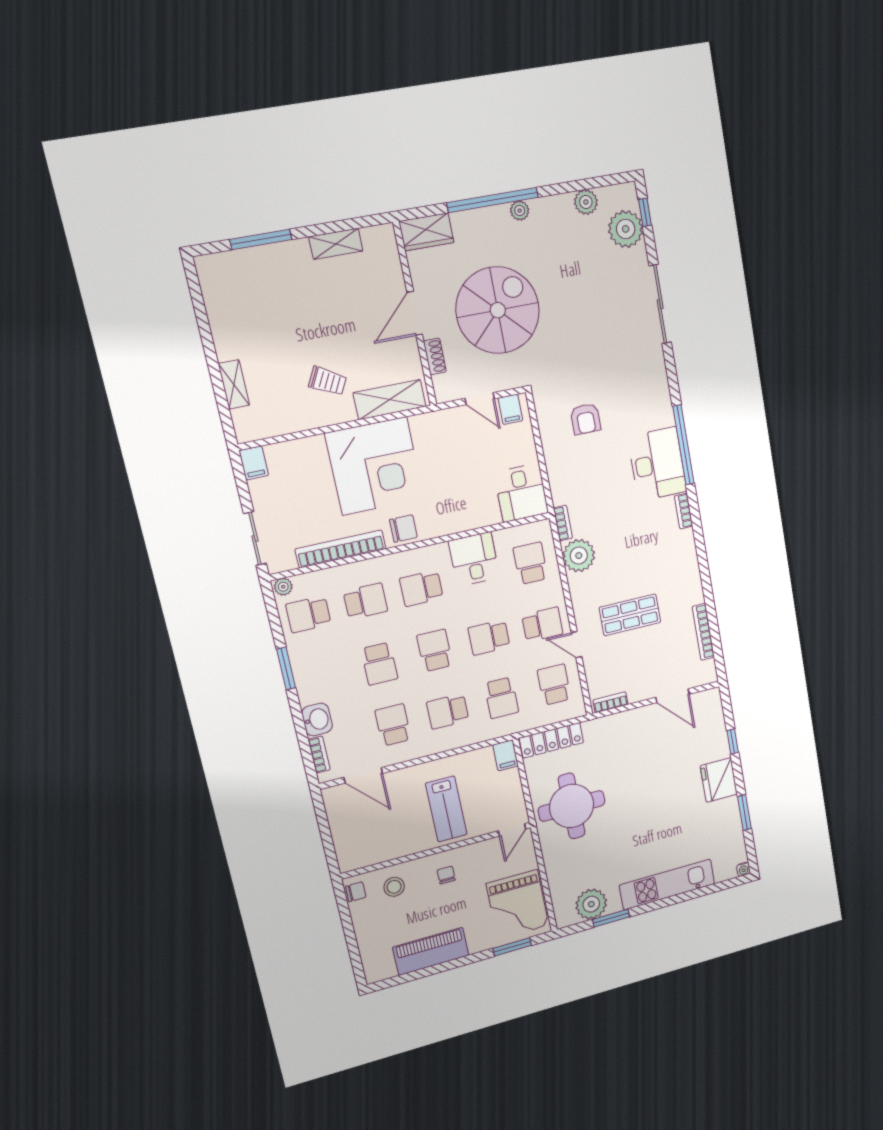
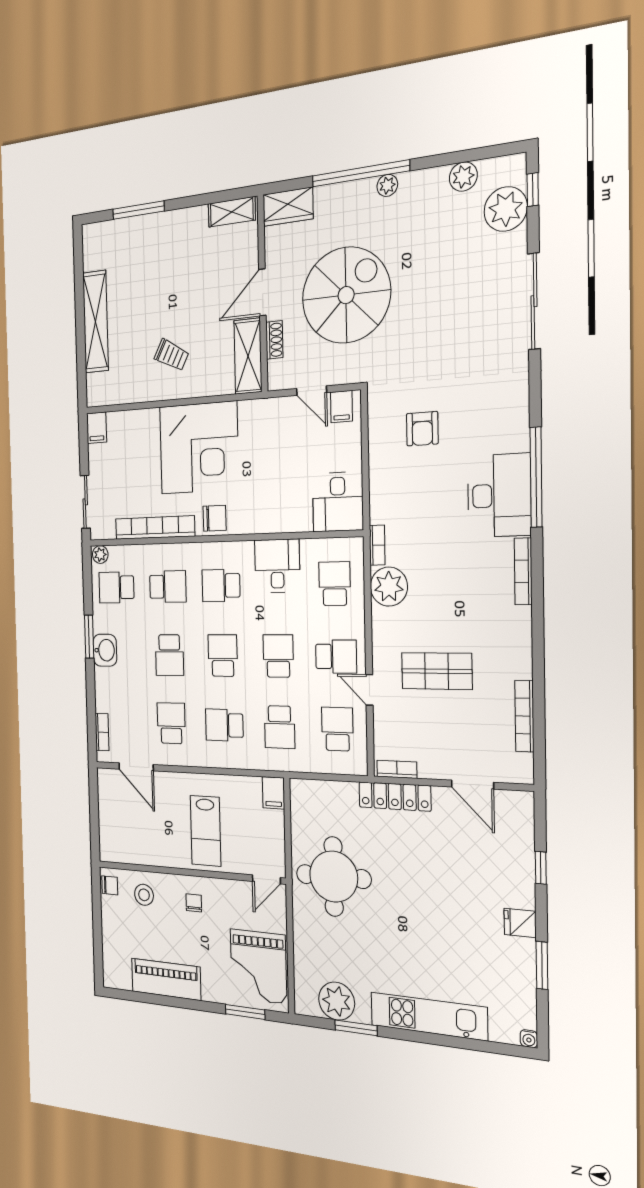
shelving: (336, 244) -> (232, 212), moved
shelving: (234, 384) -> (96, 322), width x2.20, depth x1.33
shelving: (390, 400) -> (248, 356), moved, turned 90
bookcase: (684, 511) -> (523, 571), width x1.56
school desk: (489, 637) -> (278, 656), turned 90
washbasin: (317, 719) -> (105, 650), moved
locker: (551, 740) -> (395, 796), moved
fridge: (719, 780) -> (520, 923), width x0.53, depth x0.75

